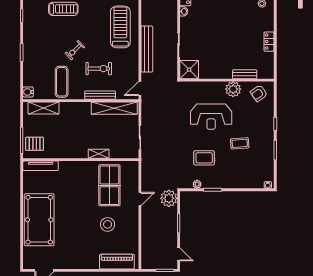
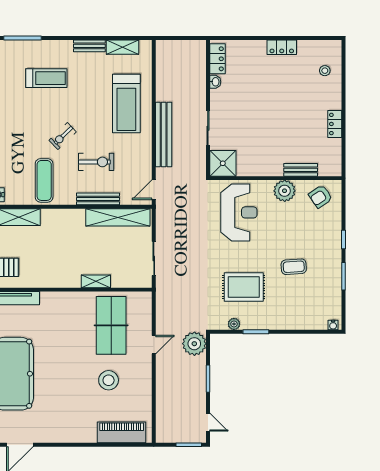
treadmill: (120, 27) -> (126, 104), turned 180
reception desk: (211, 117) -> (239, 212), moved, turned -90
rug: (204, 158) -> (244, 287), width x1.36, depth x1.43

